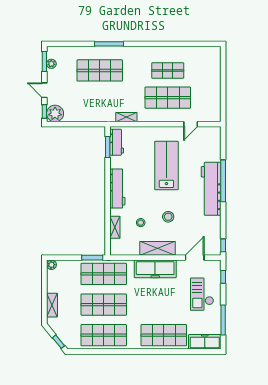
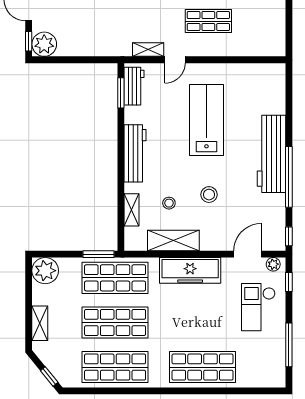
shop shelf: (168, 98) -> (208, 21), width x0.70, depth x0.74
door: (191, 124) -> (175, 60), moved
window: (223, 181) -> (289, 177), moved
shelving: (158, 248) -> (173, 241), moved
plant: (51, 265) -> (45, 271), width x1.88, depth x1.88
plant: (212, 265) -> (273, 264), added
freezer: (205, 342) -> (262, 377), removed

